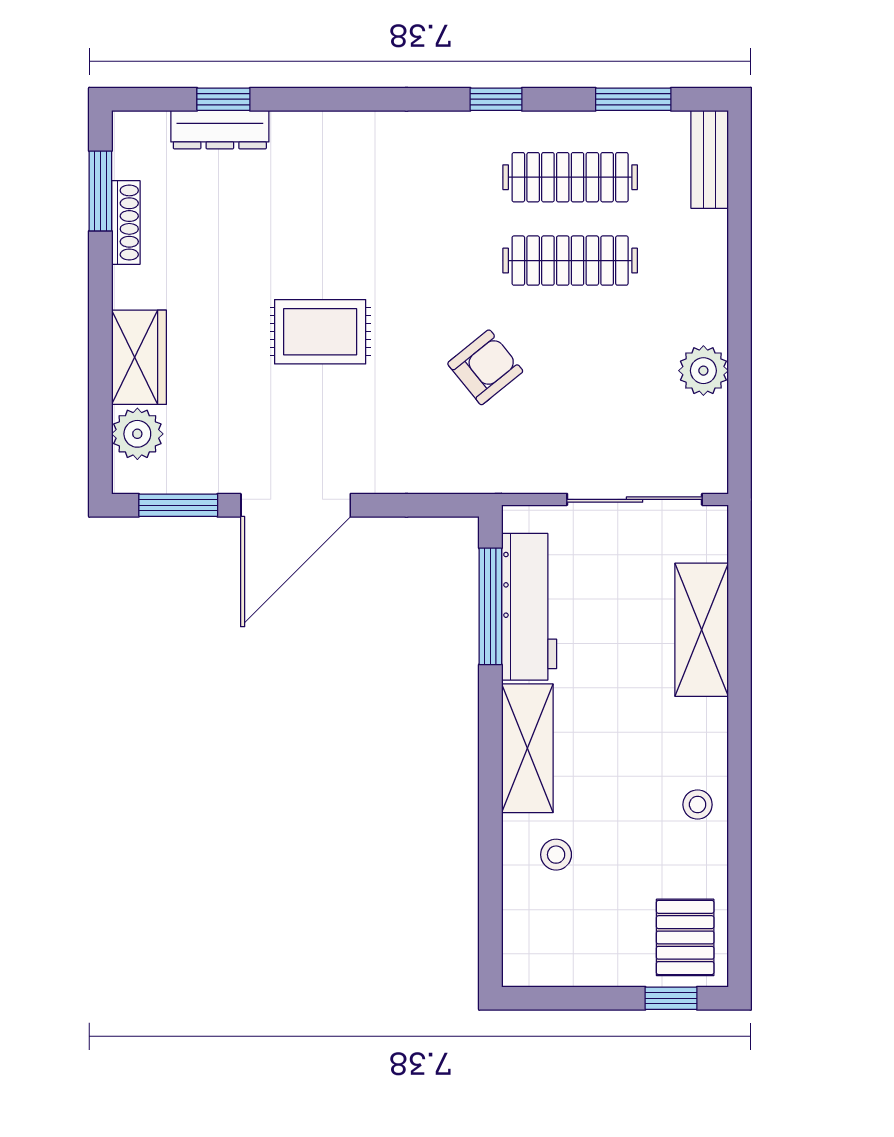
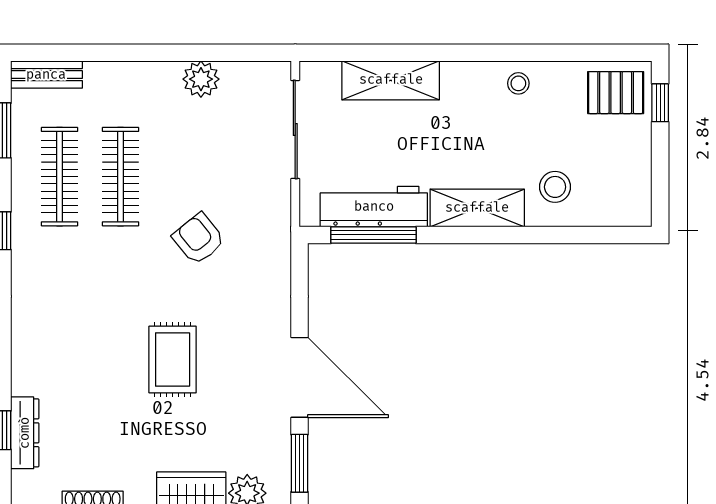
stool: (556, 855) -> (555, 187), width x1.37, depth x1.37

